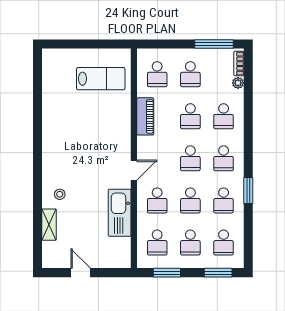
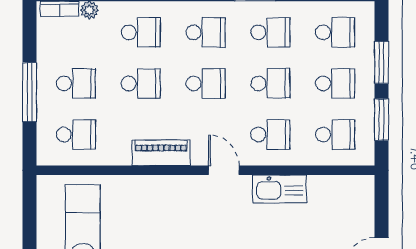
window: (214, 44) -> (30, 92), moved
piano: (145, 116) -> (161, 153), moved
kitchen sink: (120, 213) -> (280, 189), width x0.73, depth x0.81
window: (218, 273) -> (382, 62), moved

